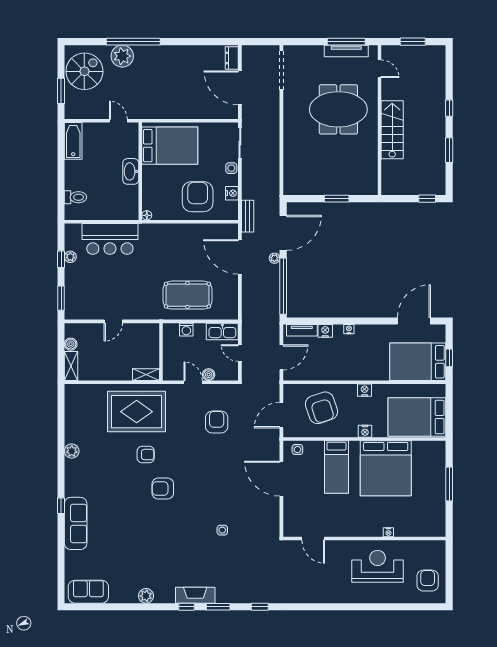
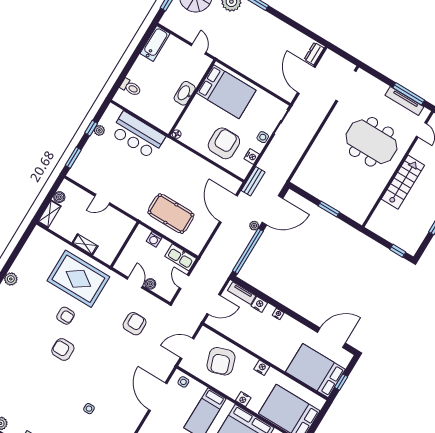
shelving: (146, 375) -> (85, 244), moved

